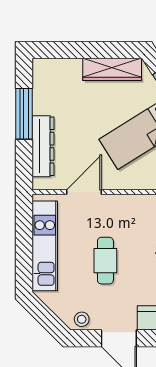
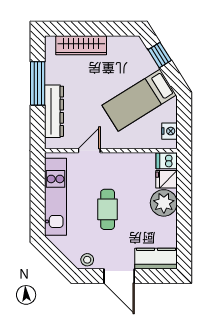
wardrobe: (112, 69) -> (81, 45), moved
door: (84, 192) -> (89, 151), width x0.73

